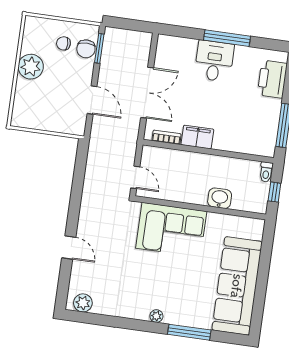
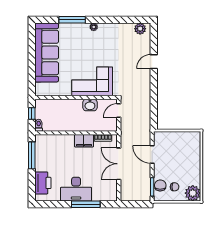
window: (227, 38) -> (86, 204), moved
desk: (214, 61) -> (76, 189), width x1.37
plant: (31, 67) -> (193, 193), moved
door: (135, 177) -> (119, 111), hinge flipped
washbasin: (220, 198) -> (90, 105), moved
door: (69, 247) -> (154, 62), hinge flipped

